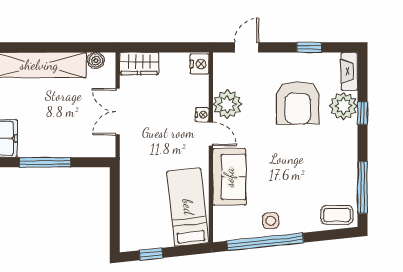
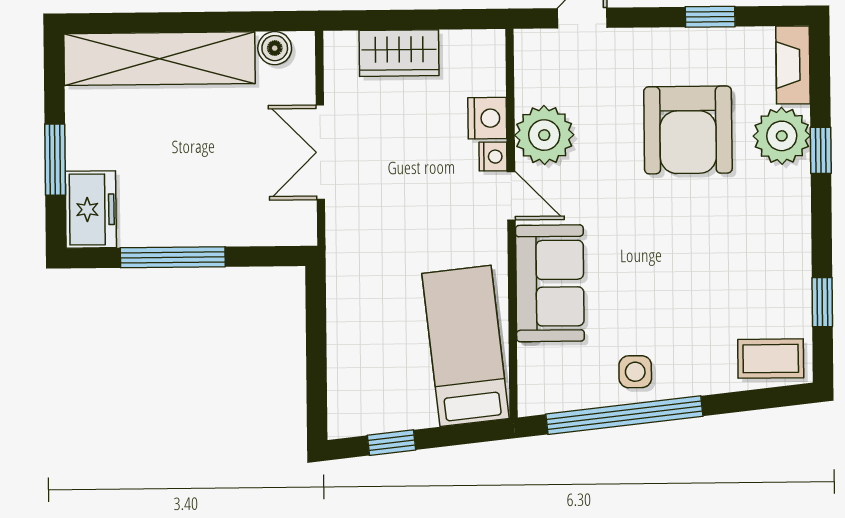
wardrobe: (139, 64) -> (399, 53), moved
nightstand: (200, 64) -> (487, 118), moved
window: (362, 188) -> (822, 302), width x0.46

